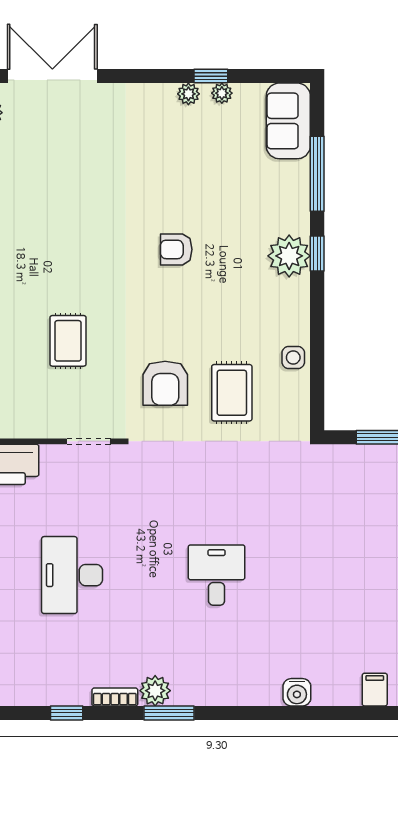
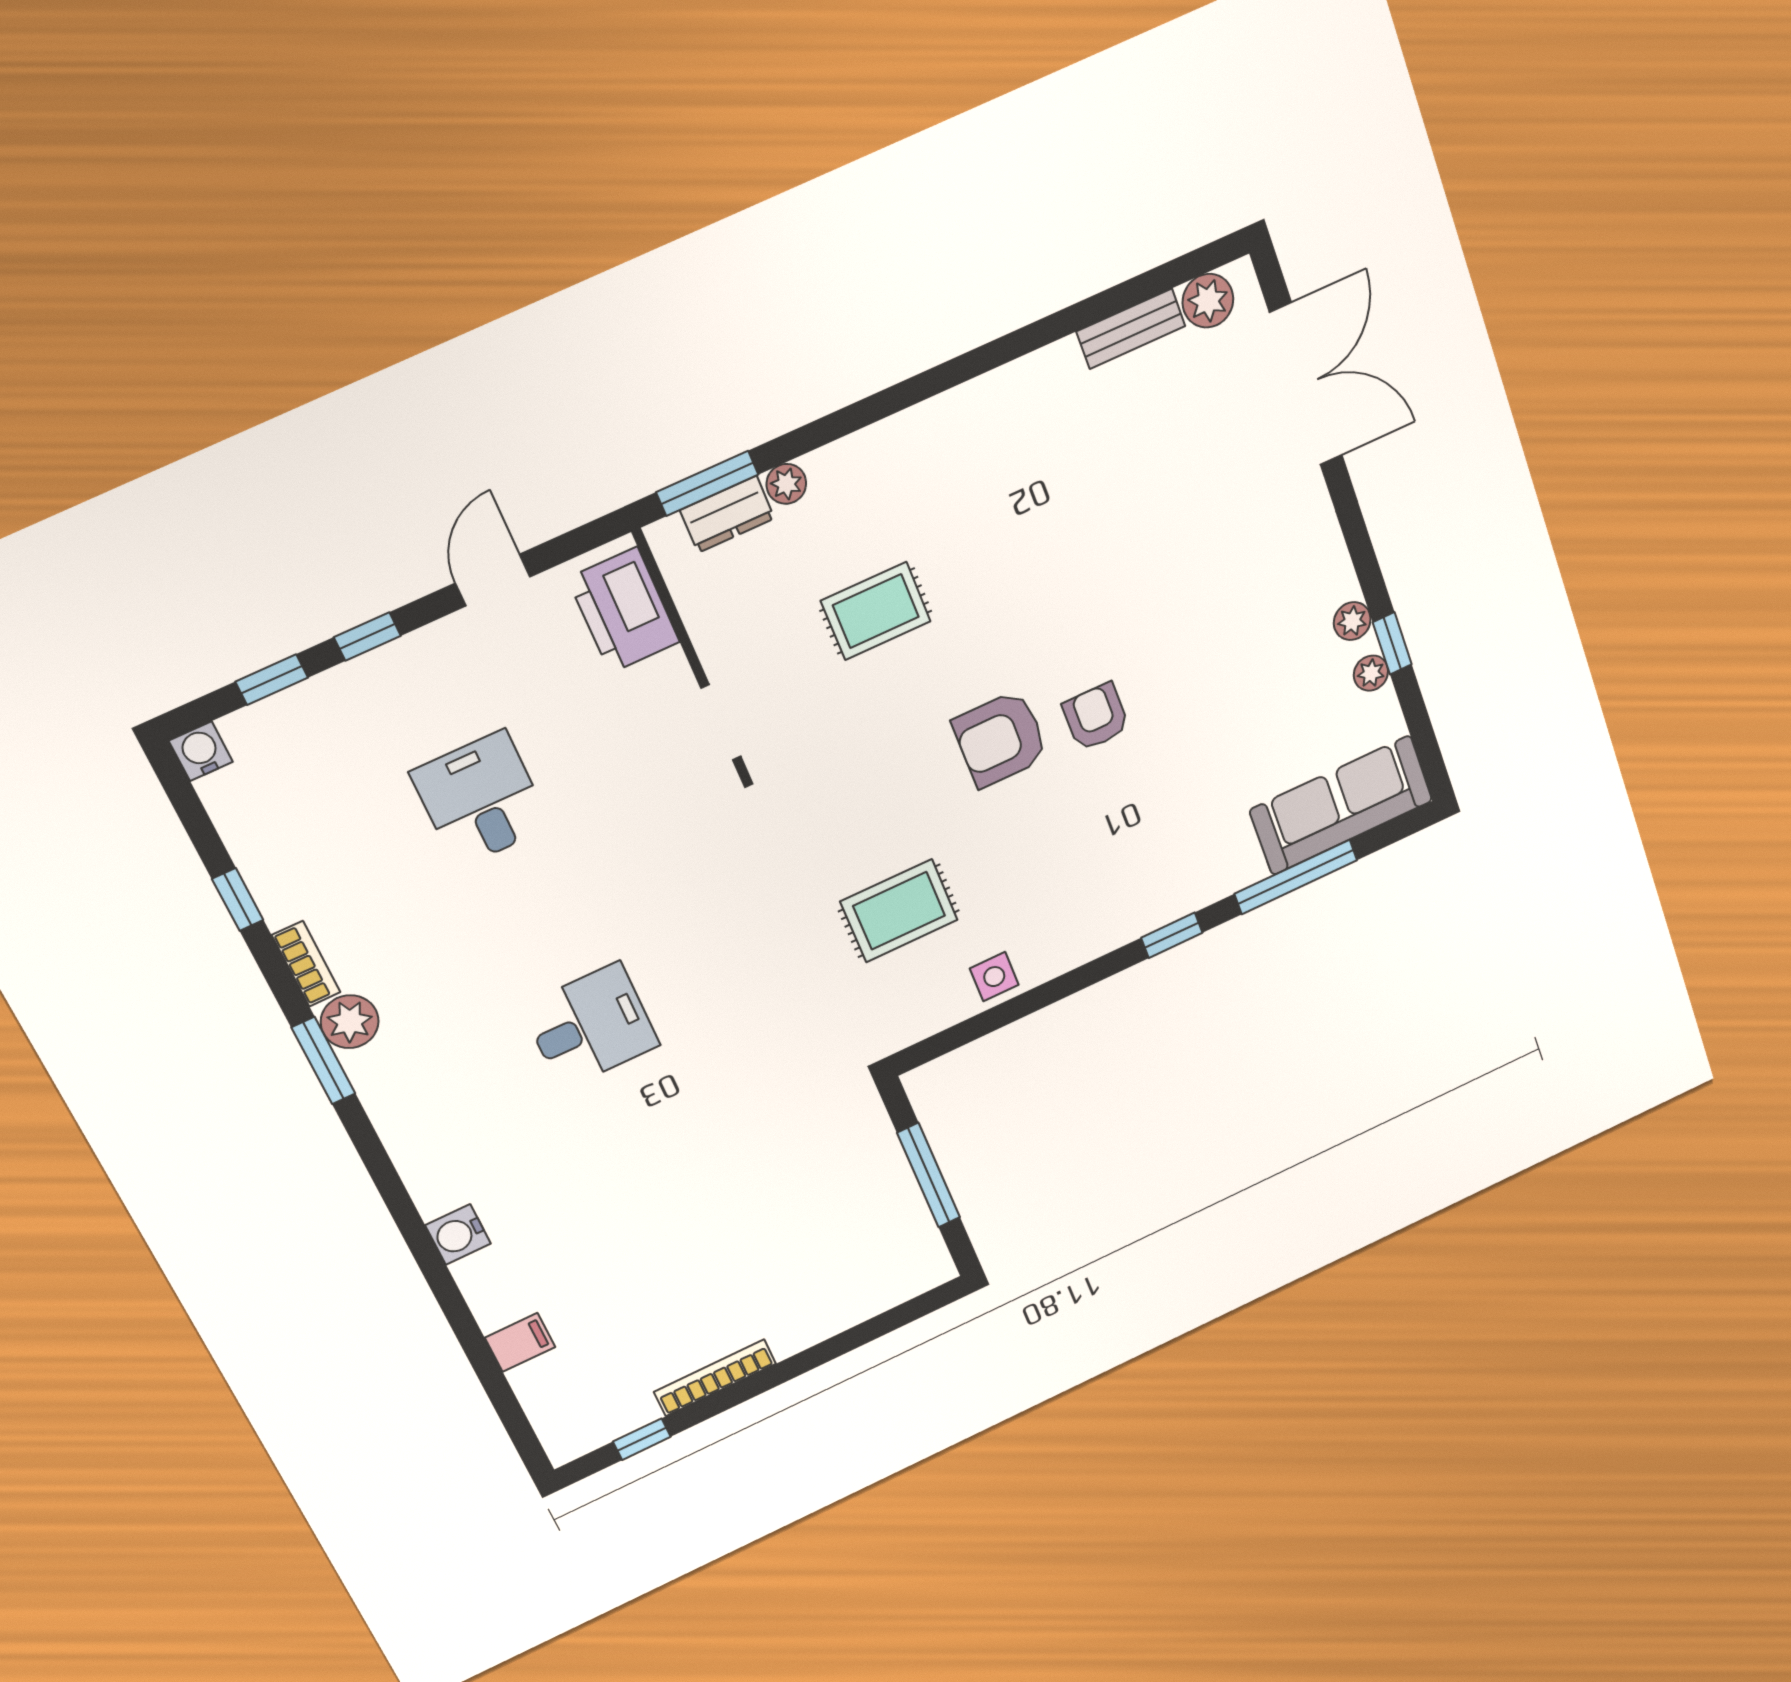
sofa: (288, 121) -> (1341, 805), width x1.36
plant: (289, 256) -> (1152, 895), removed
armchair: (165, 383) -> (1000, 739), moved
desk: (72, 575) -> (481, 799), width x0.73

